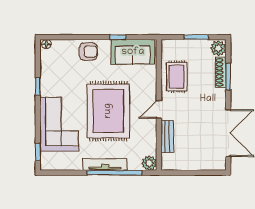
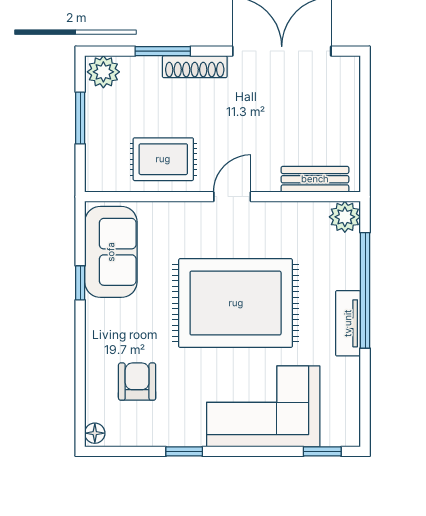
armchair: (88, 52) -> (137, 382), moved
shoe rack: (221, 72) -> (195, 67), moved
door: (159, 109) -> (232, 197), swing flipped
bench: (167, 137) -> (315, 179), moved
tv unit: (105, 165) -> (348, 323), width x0.71

